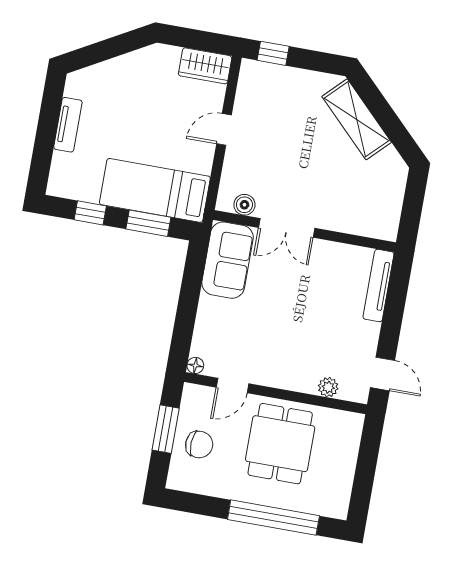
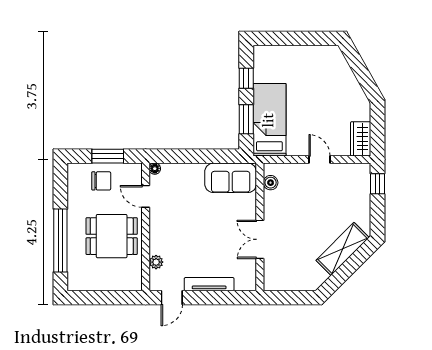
tv unit: (68, 125) -> (304, 52), removed
double door: (287, 228) -> (260, 239), moved
tv unit: (379, 286) -> (209, 284), moved
chair: (199, 444) -> (101, 181), turned -93

